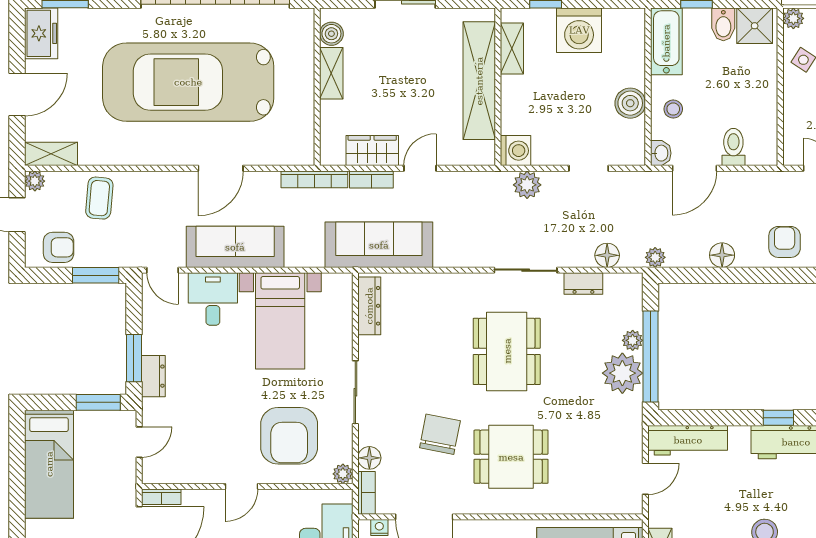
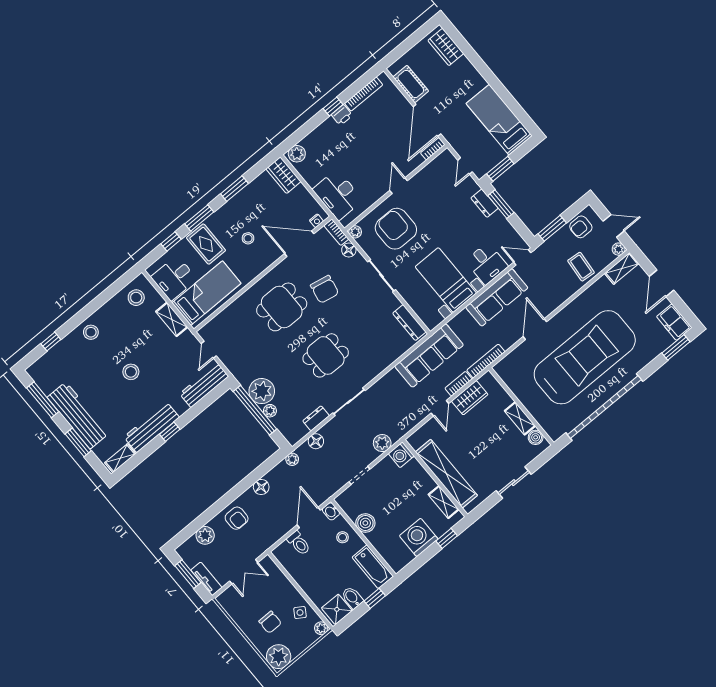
dining table: (507, 351) -> (326, 355), width x0.73

